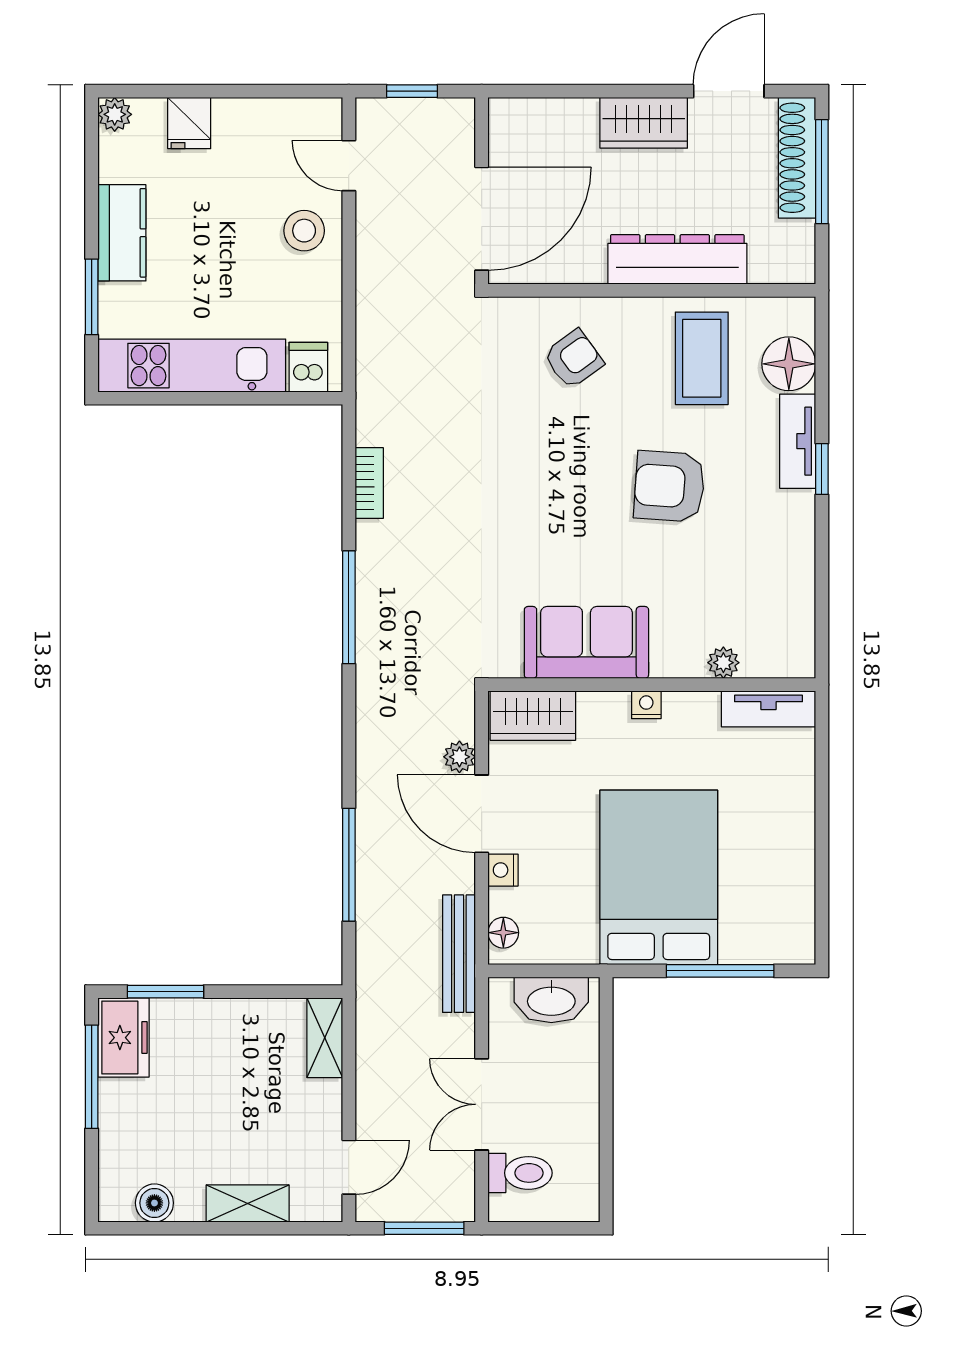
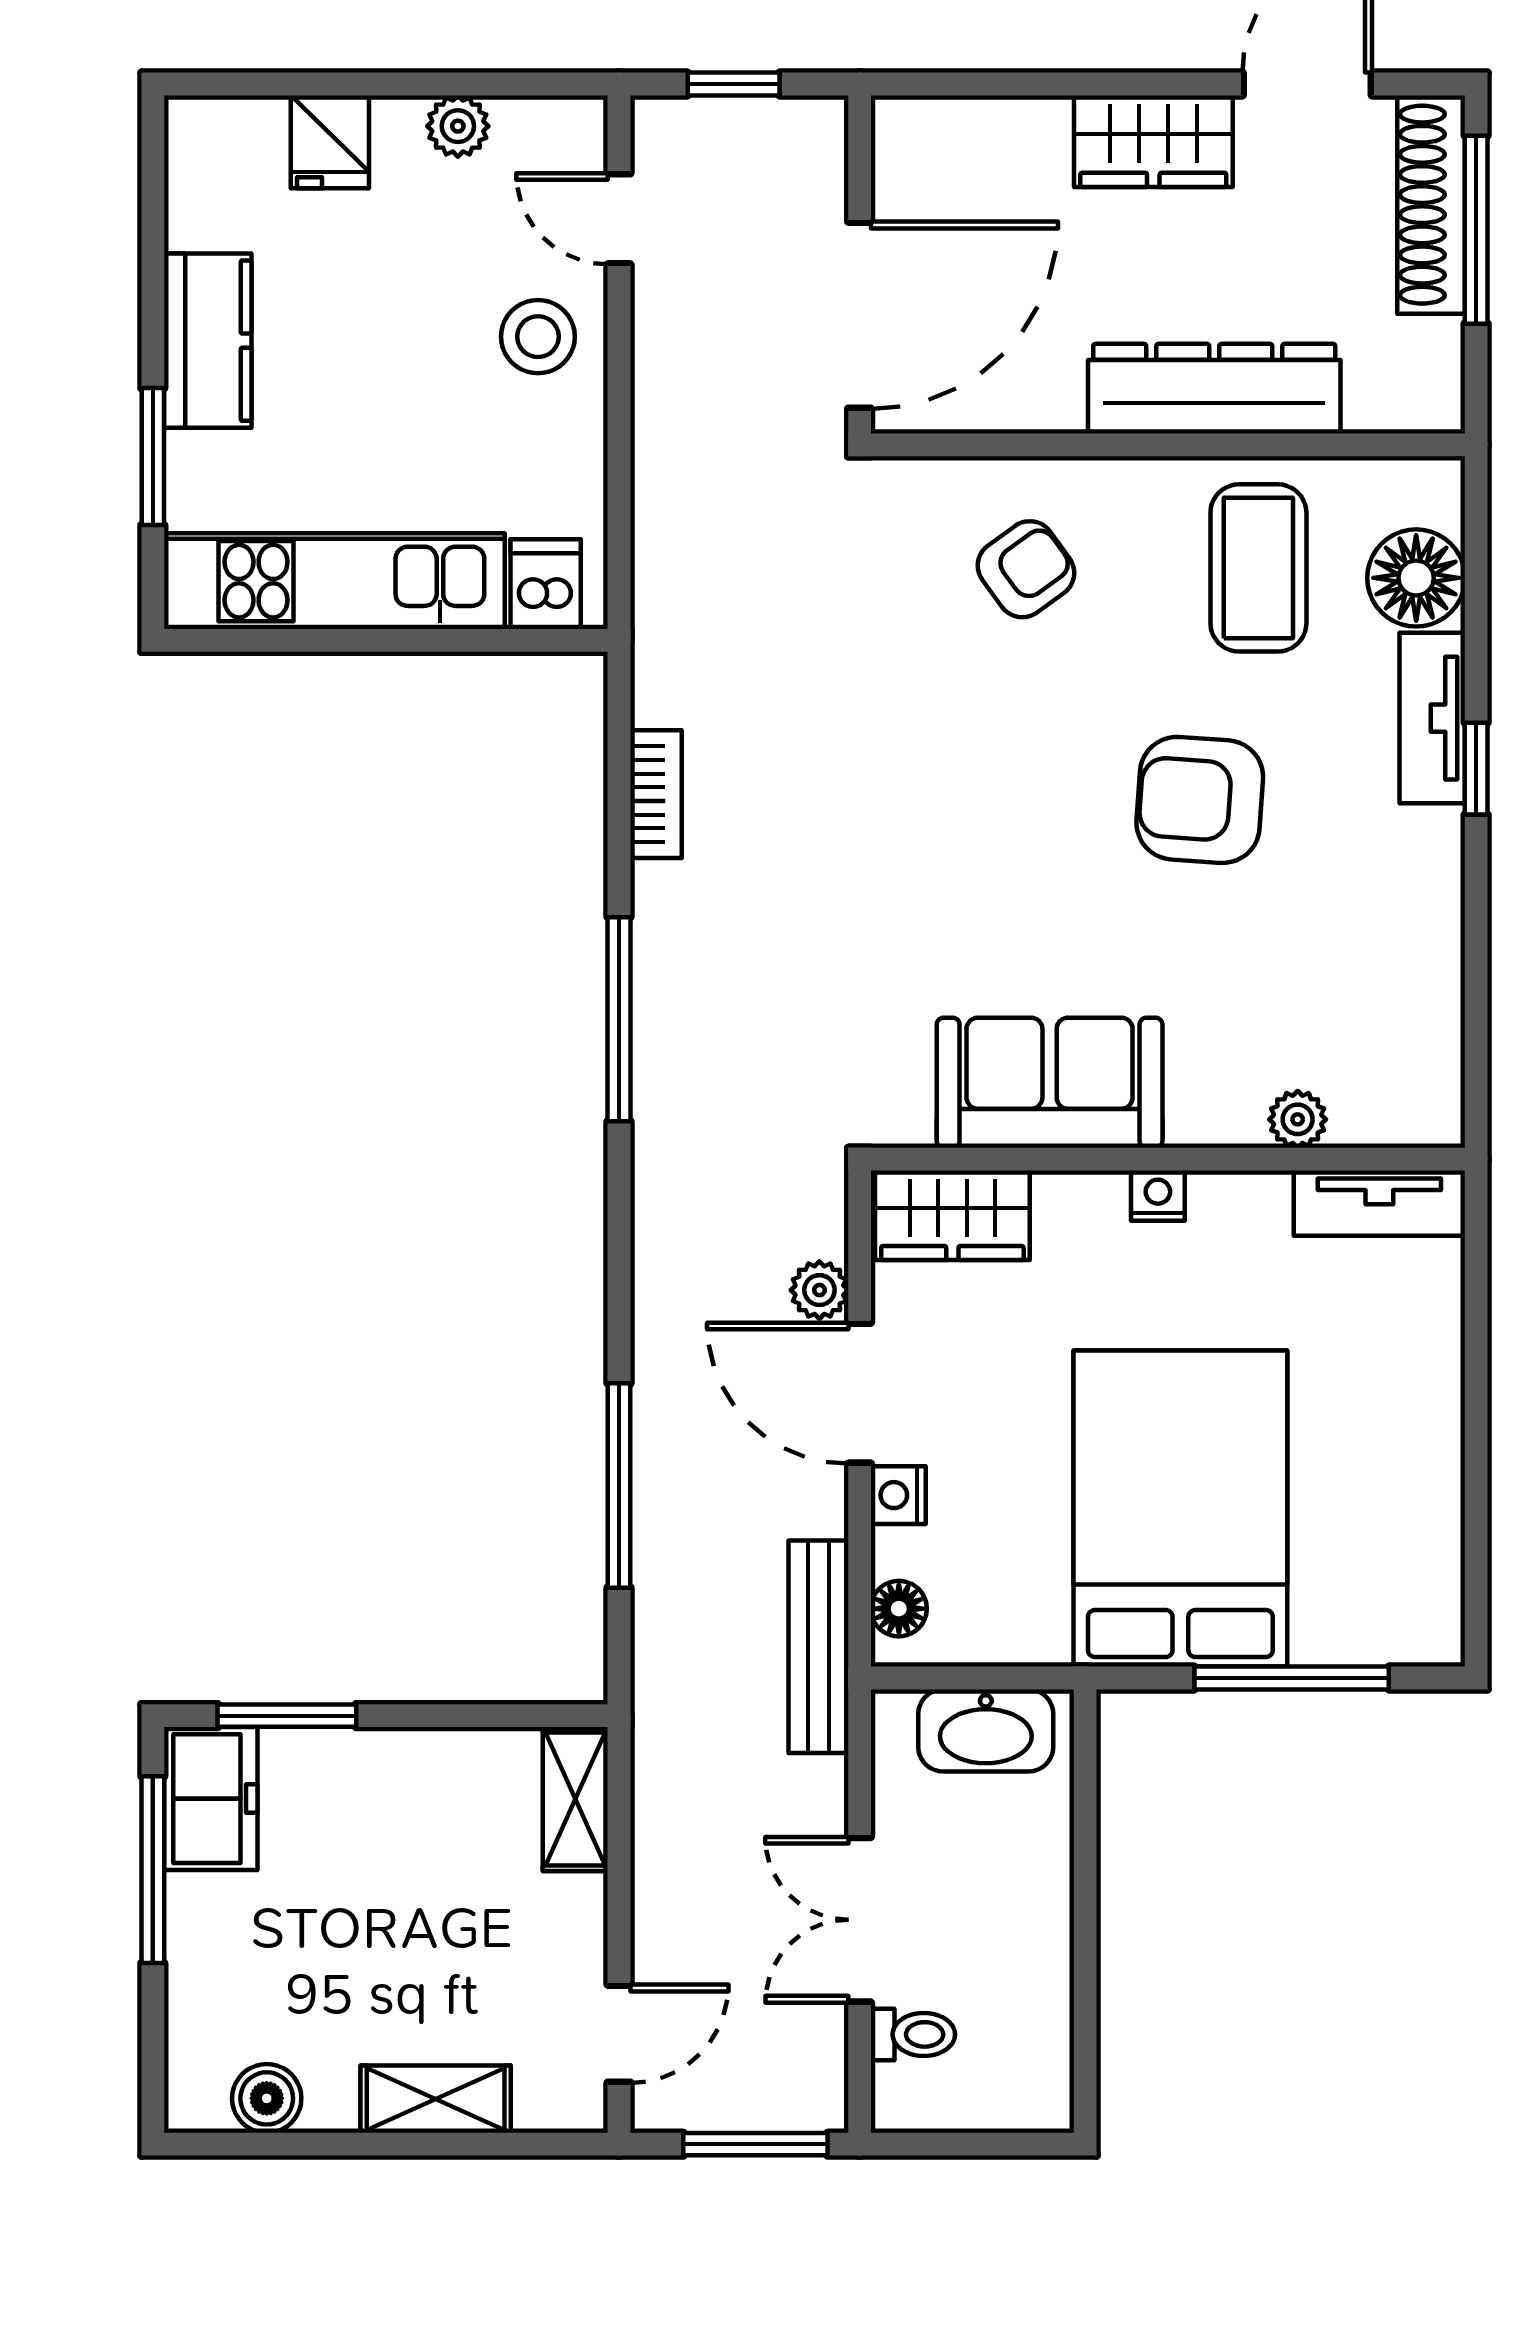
plant: (115, 114) -> (458, 126), moved
toilet: (520, 1173) -> (913, 2034), width x0.73, depth x0.72

